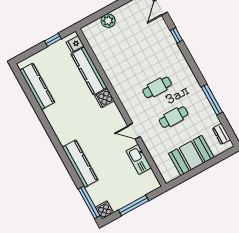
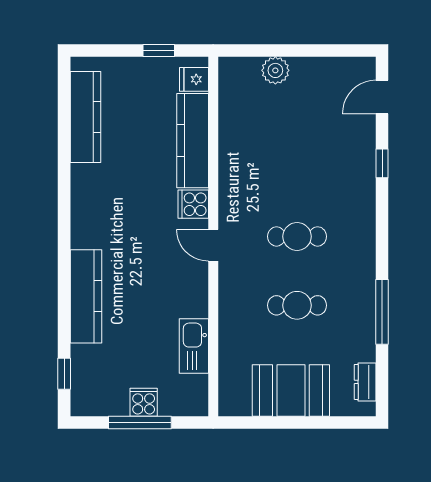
door: (134, 131) -> (213, 245), moved
window: (89, 202) -> (64, 374), width x0.46
cooker: (104, 210) -> (144, 402), moved

